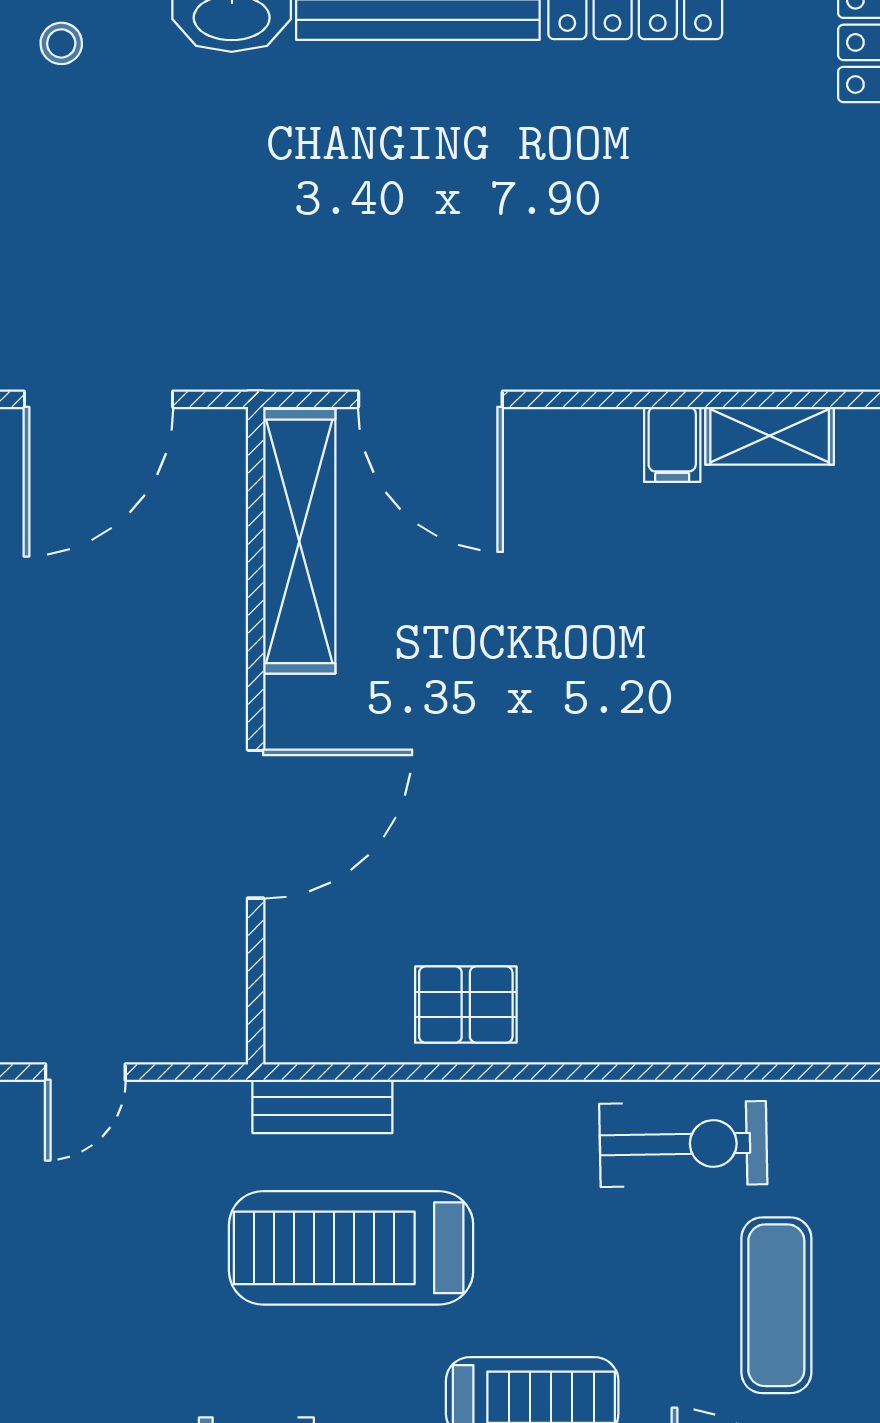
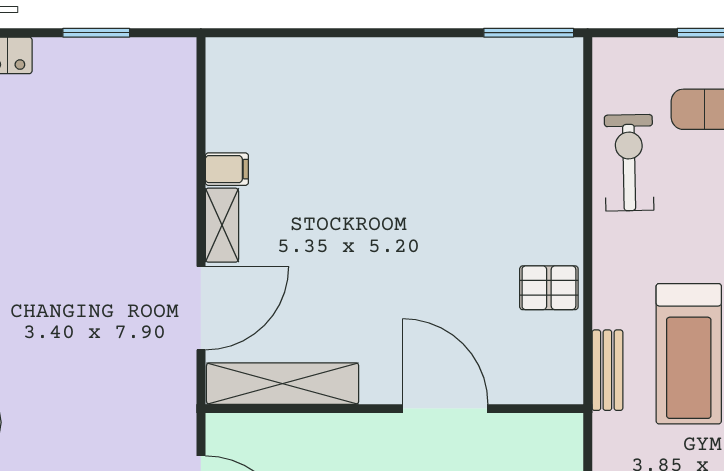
shelving: (770, 436) -> (222, 225), moved
pallet: (466, 1005) -> (549, 288), turned 90

